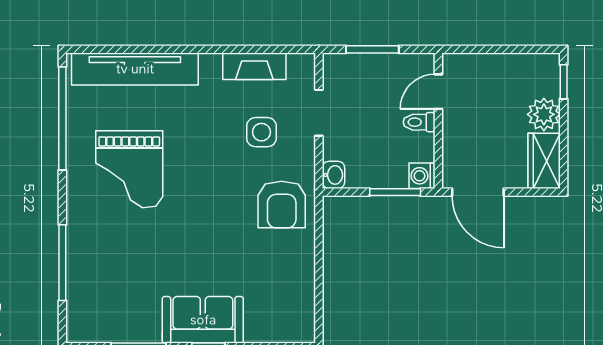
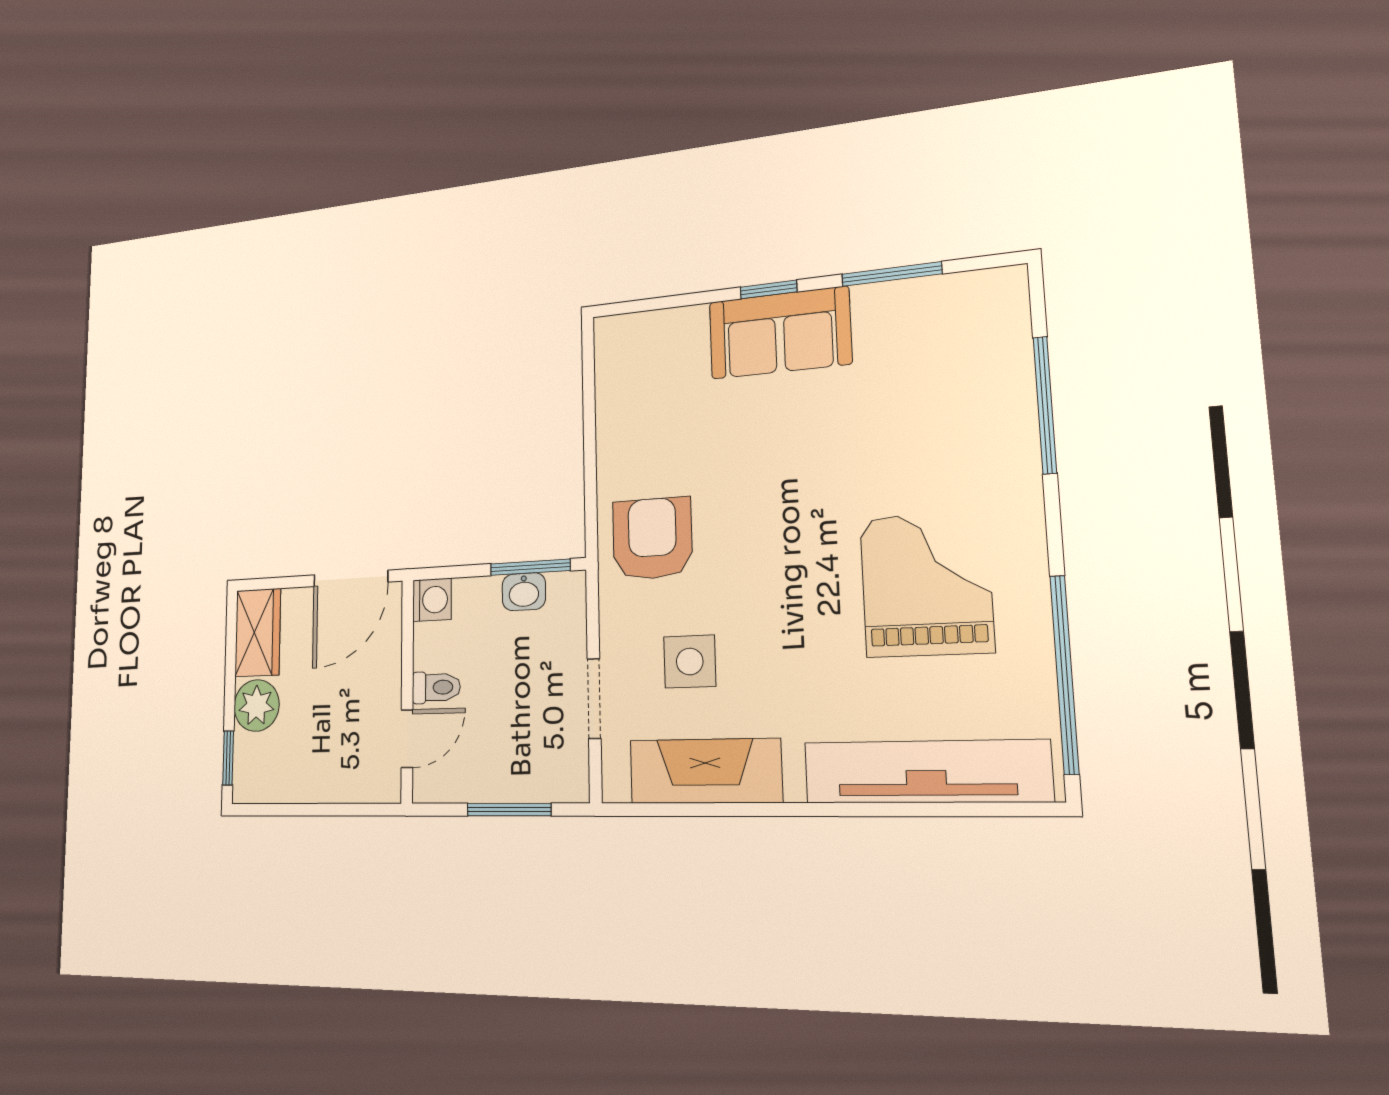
fireplace: (254, 66) -> (705, 771), width x1.37, depth x1.32
washbasin: (333, 175) -> (524, 592), moved, turned -90
window: (395, 192) -> (530, 567), moved
door: (478, 192) -> (351, 578), swing flipped

